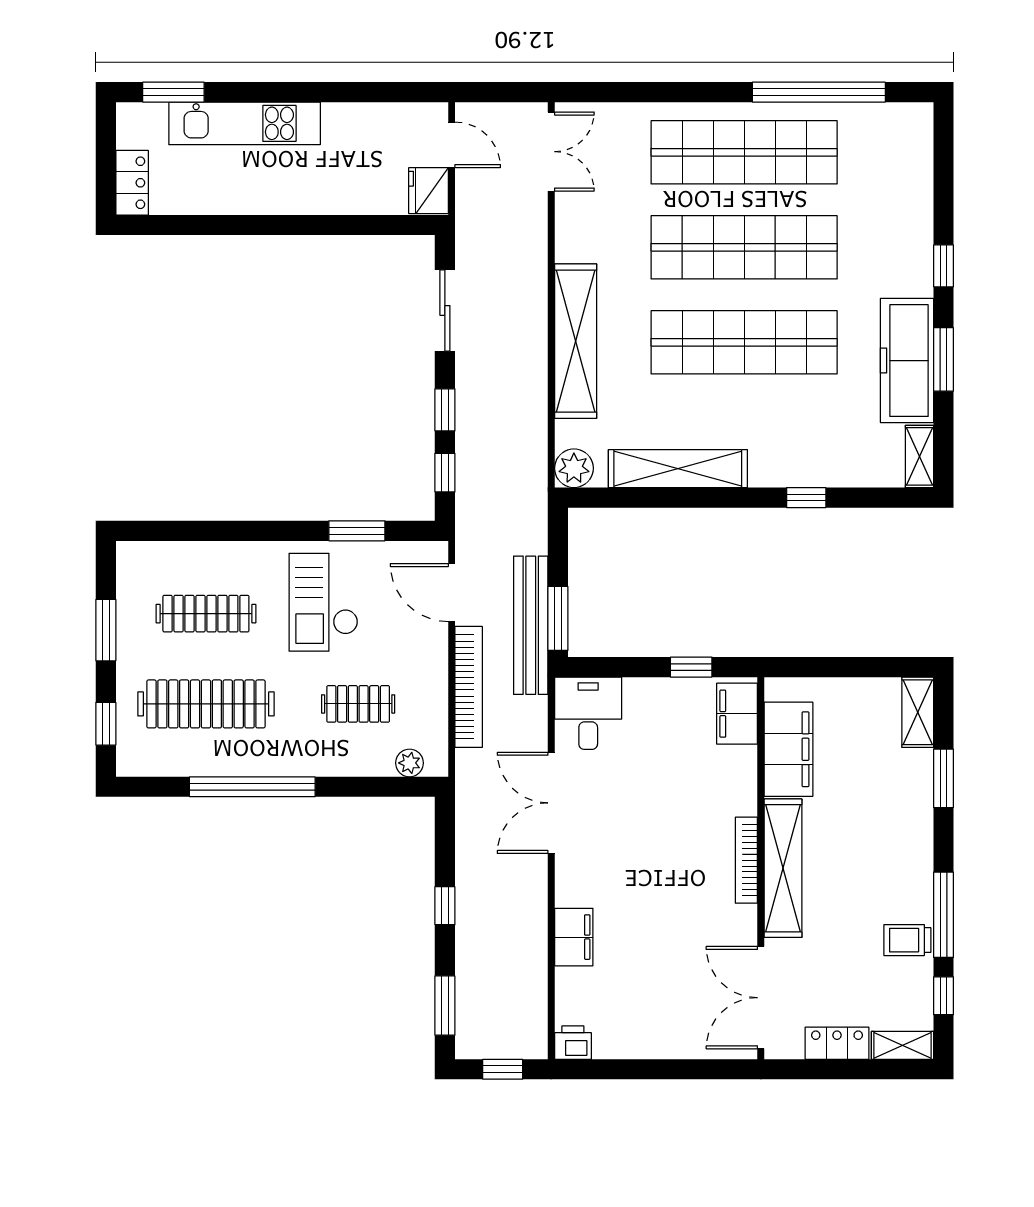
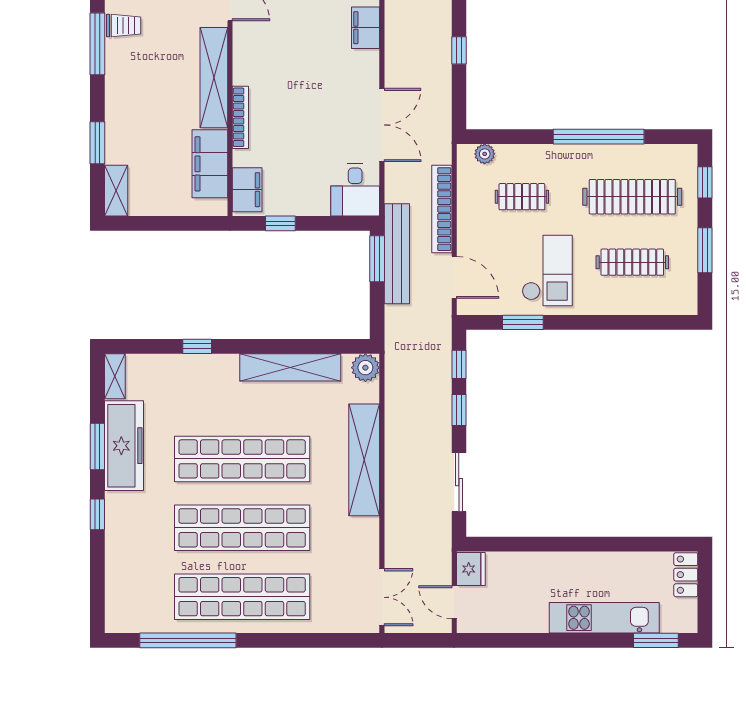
double door: (551, 152) -> (382, 597), swing flipped
bookcase: (746, 860) -> (240, 117), moved

